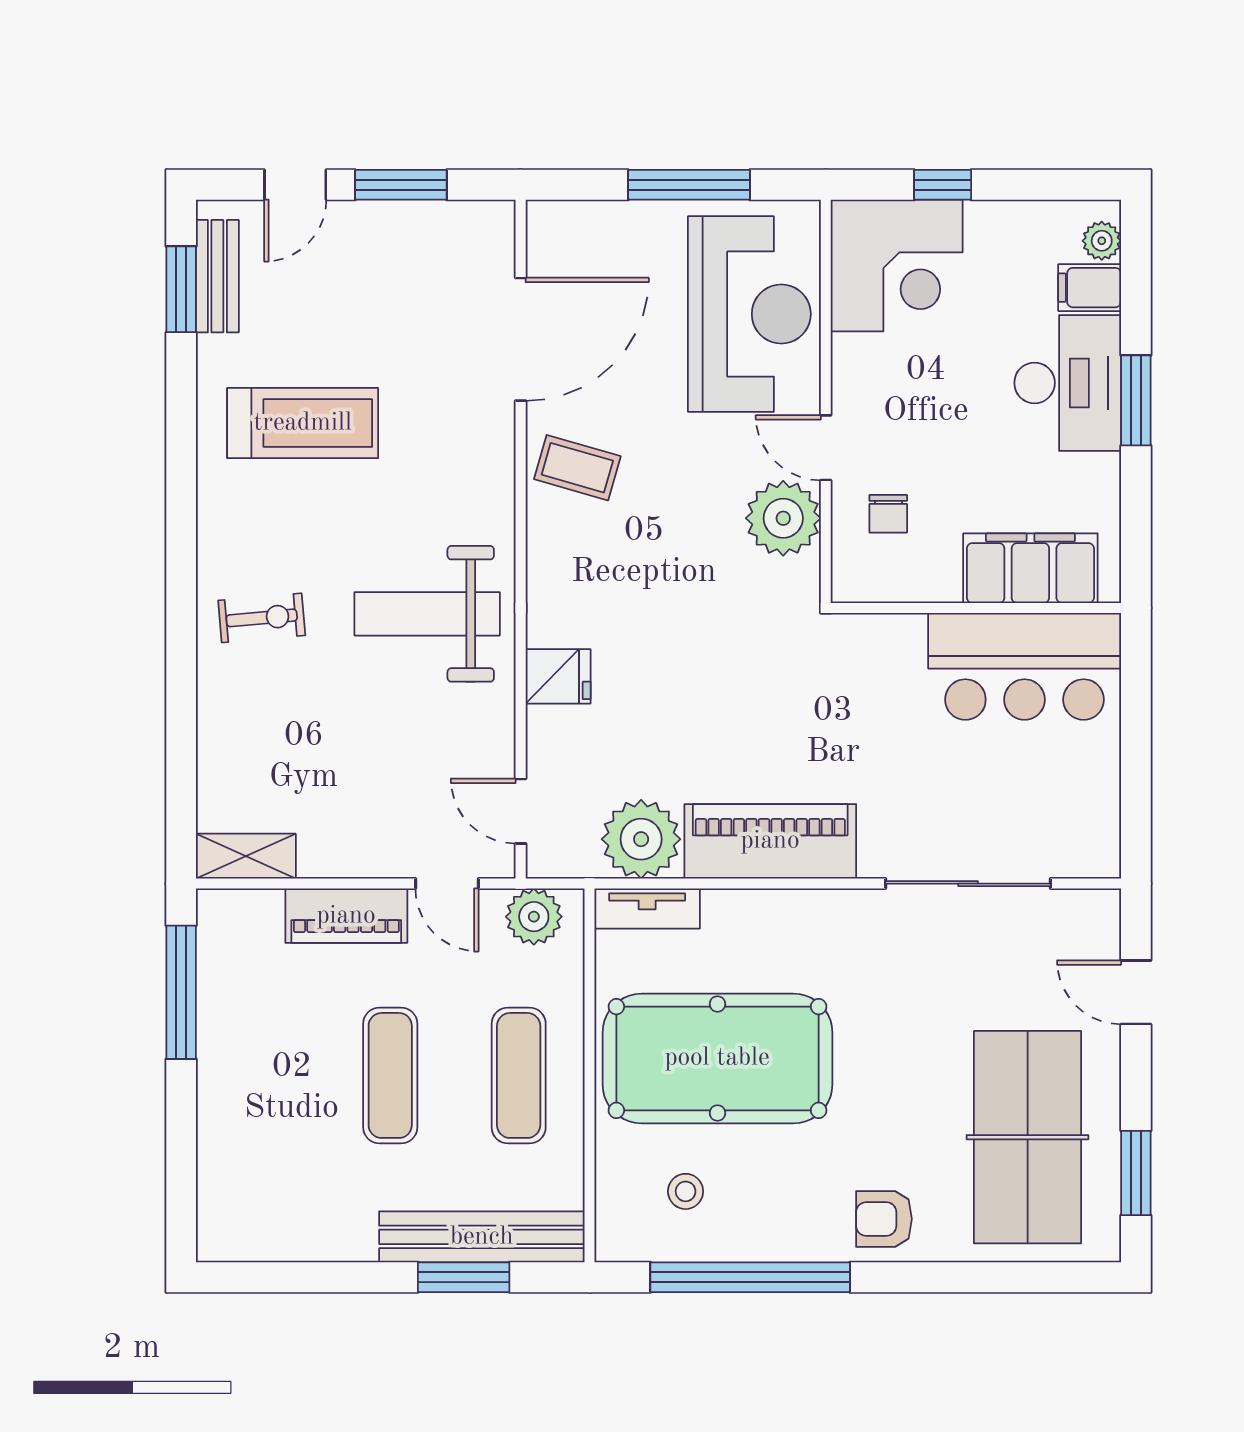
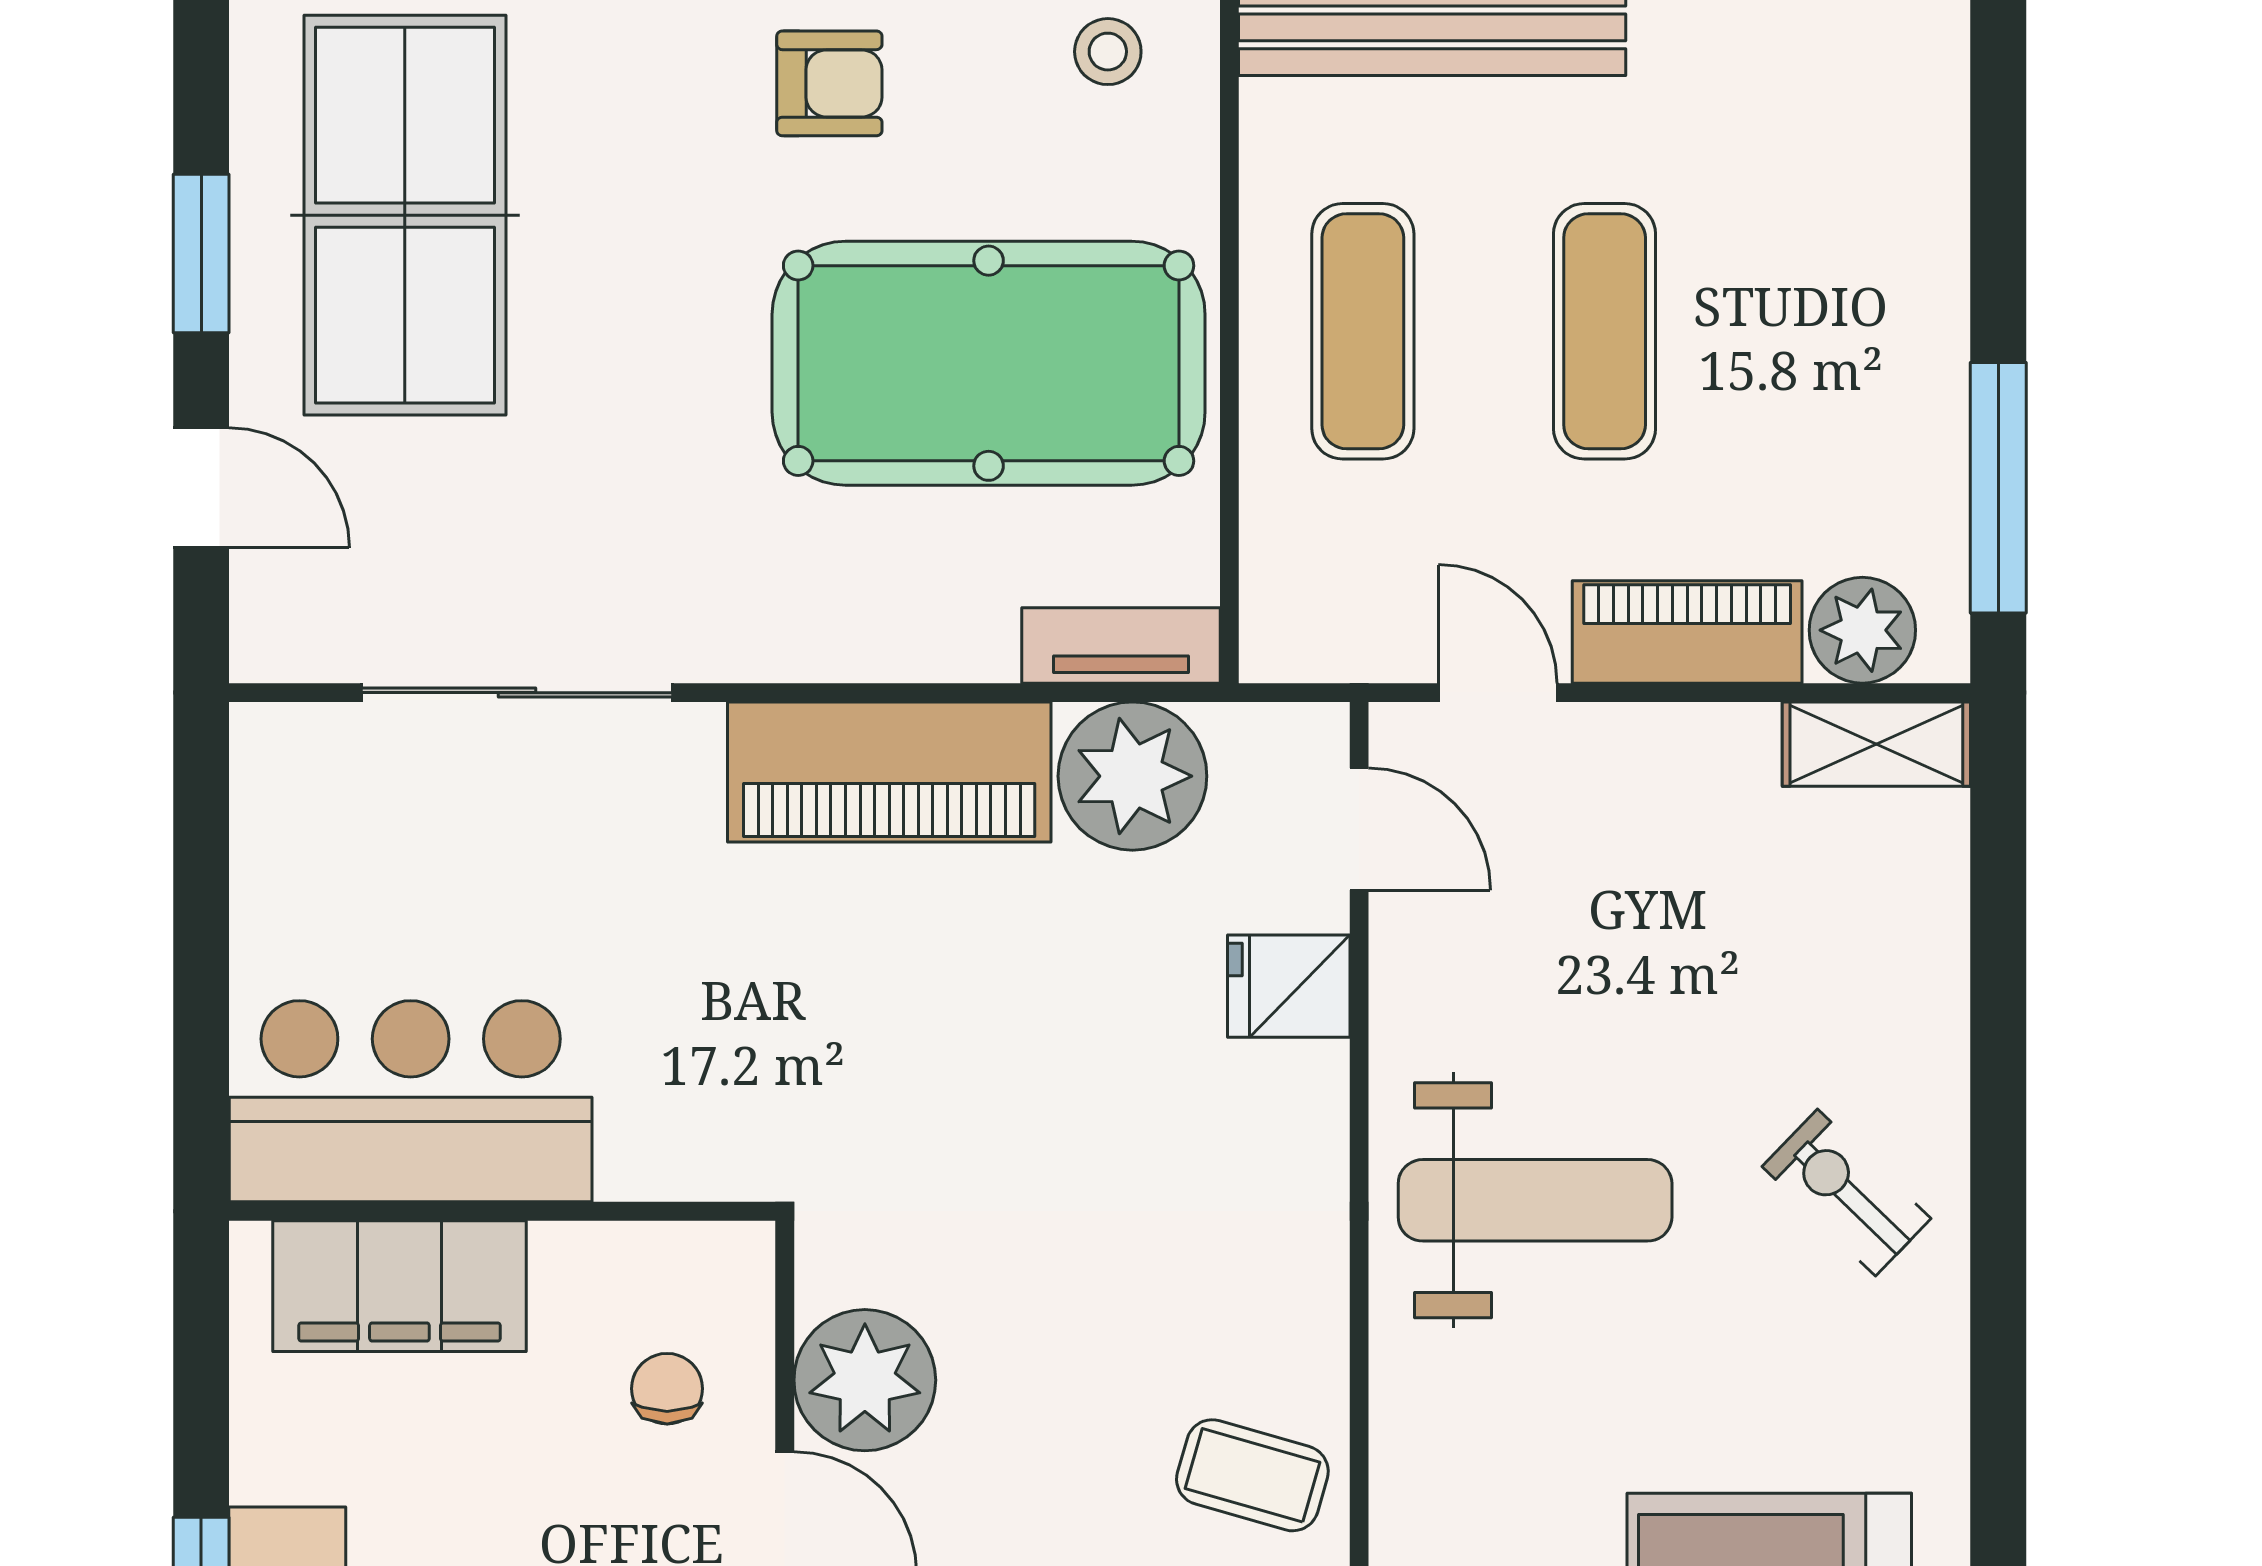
exercise bike: (262, 618) -> (1847, 1193), turned 49
fridge: (558, 676) -> (1289, 986), moved
plant: (534, 917) -> (1862, 630), moved
window: (1136, 1173) -> (201, 253), moved
stool: (686, 1191) -> (1108, 52), moved
armchair: (884, 1219) -> (829, 83), moved

